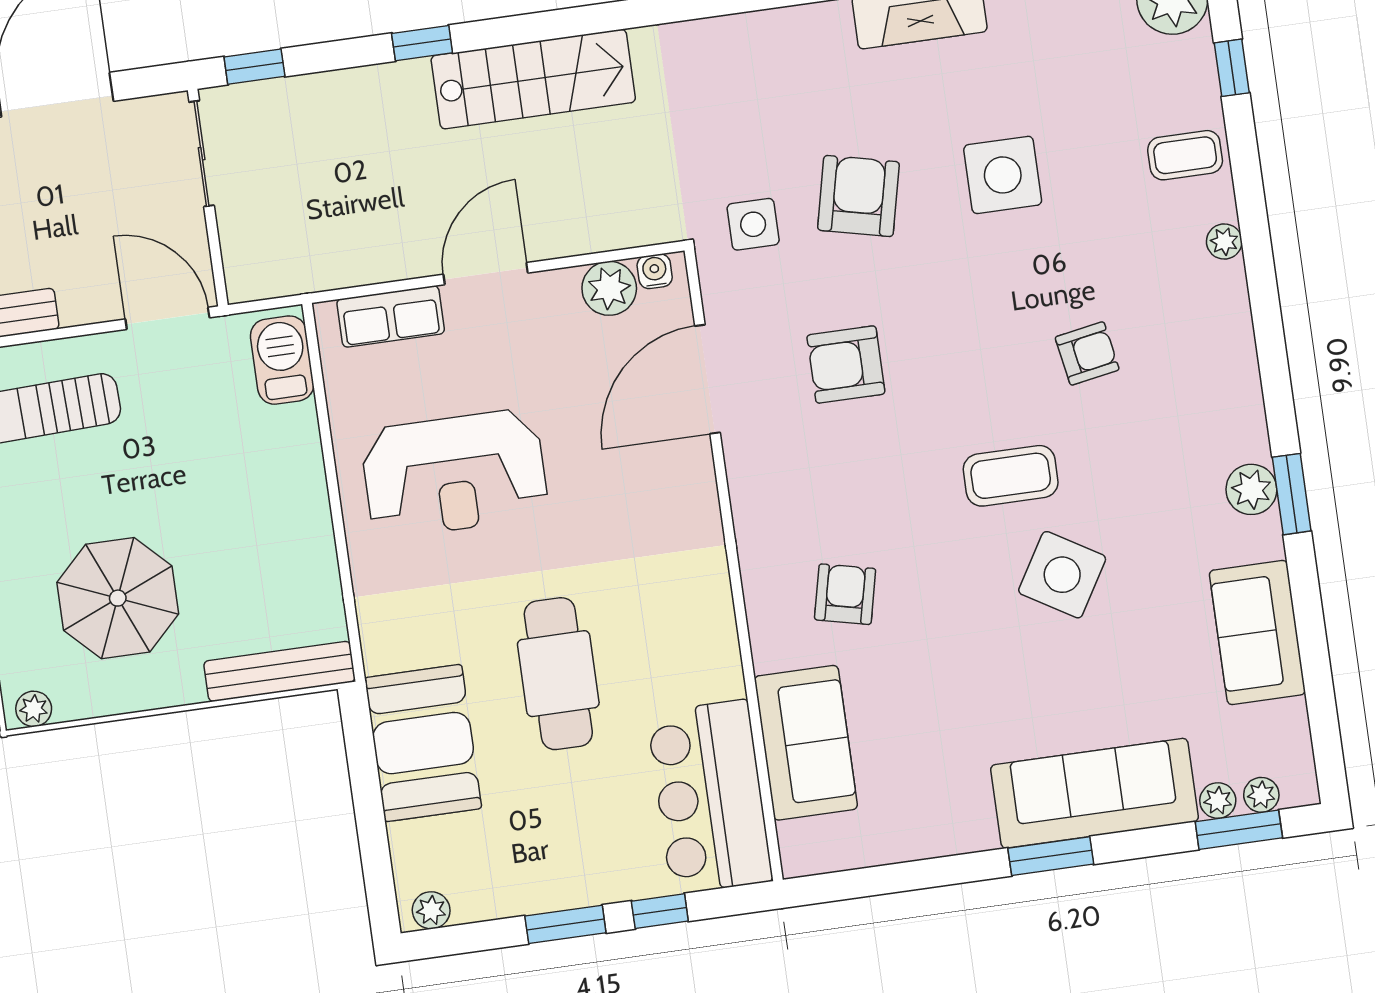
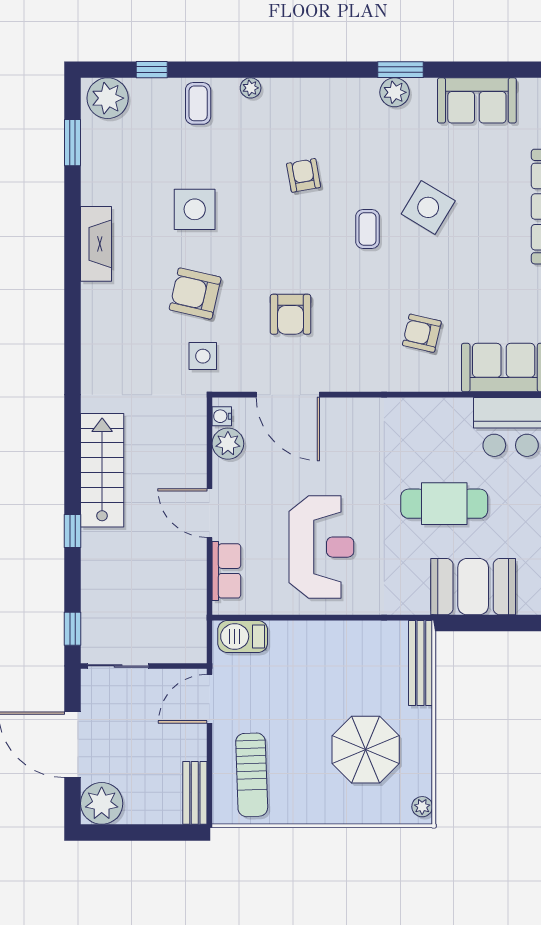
coffee table: (1011, 476) -> (367, 229), width x0.73, depth x0.77

